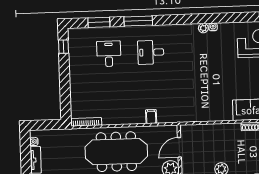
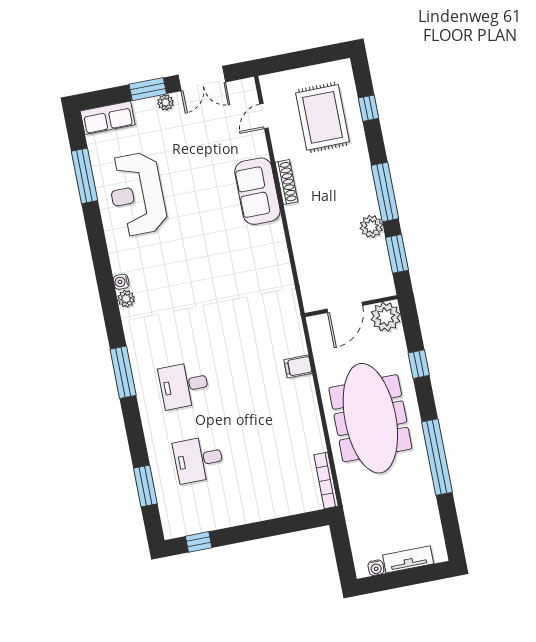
window: (138, 21) -> (123, 372), moved
desk: (151, 52) -> (184, 385), turned 90
door: (179, 147) -> (345, 307), hinge flipped

